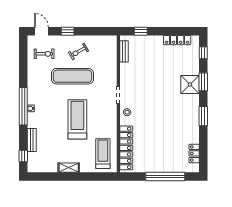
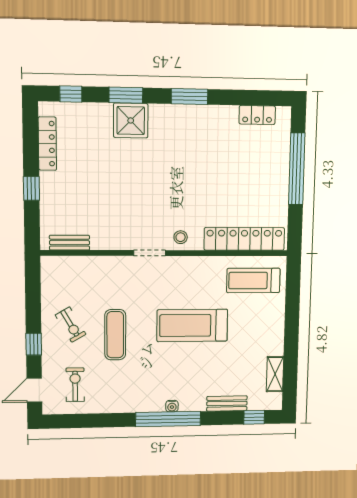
window: (141, 31) -> (31, 188), moved
exercise mat: (72, 76) -> (115, 335), width x0.73, depth x0.69
shelving: (69, 168) -> (275, 374), moved

